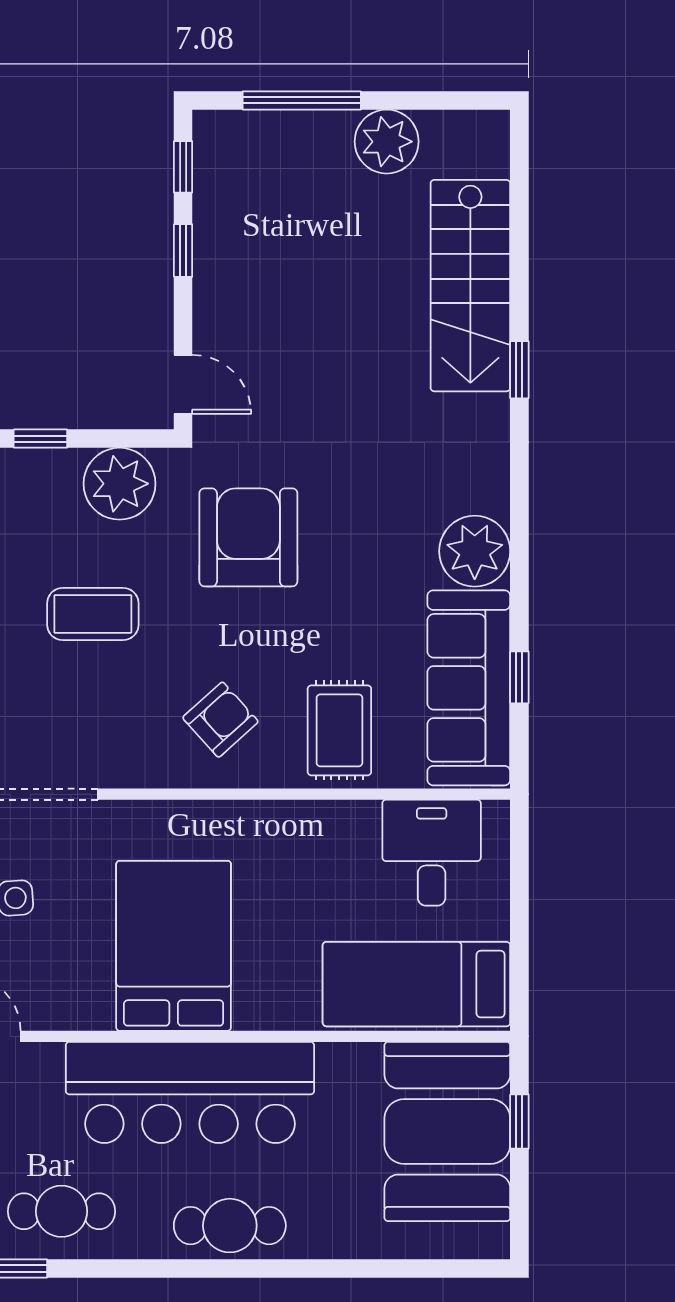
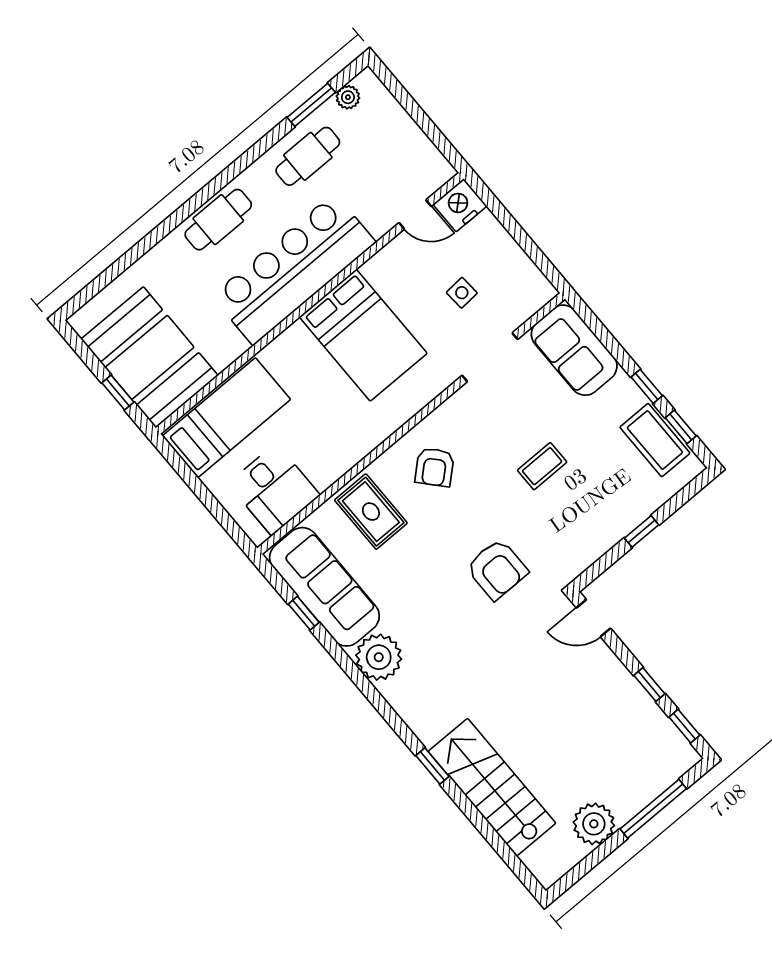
plant: (120, 484) -> (583, 542), removed
armchair: (248, 537) -> (497, 569), width x0.73, depth x0.73
coffee table: (93, 614) -> (542, 466), width x0.73, depth x0.77

